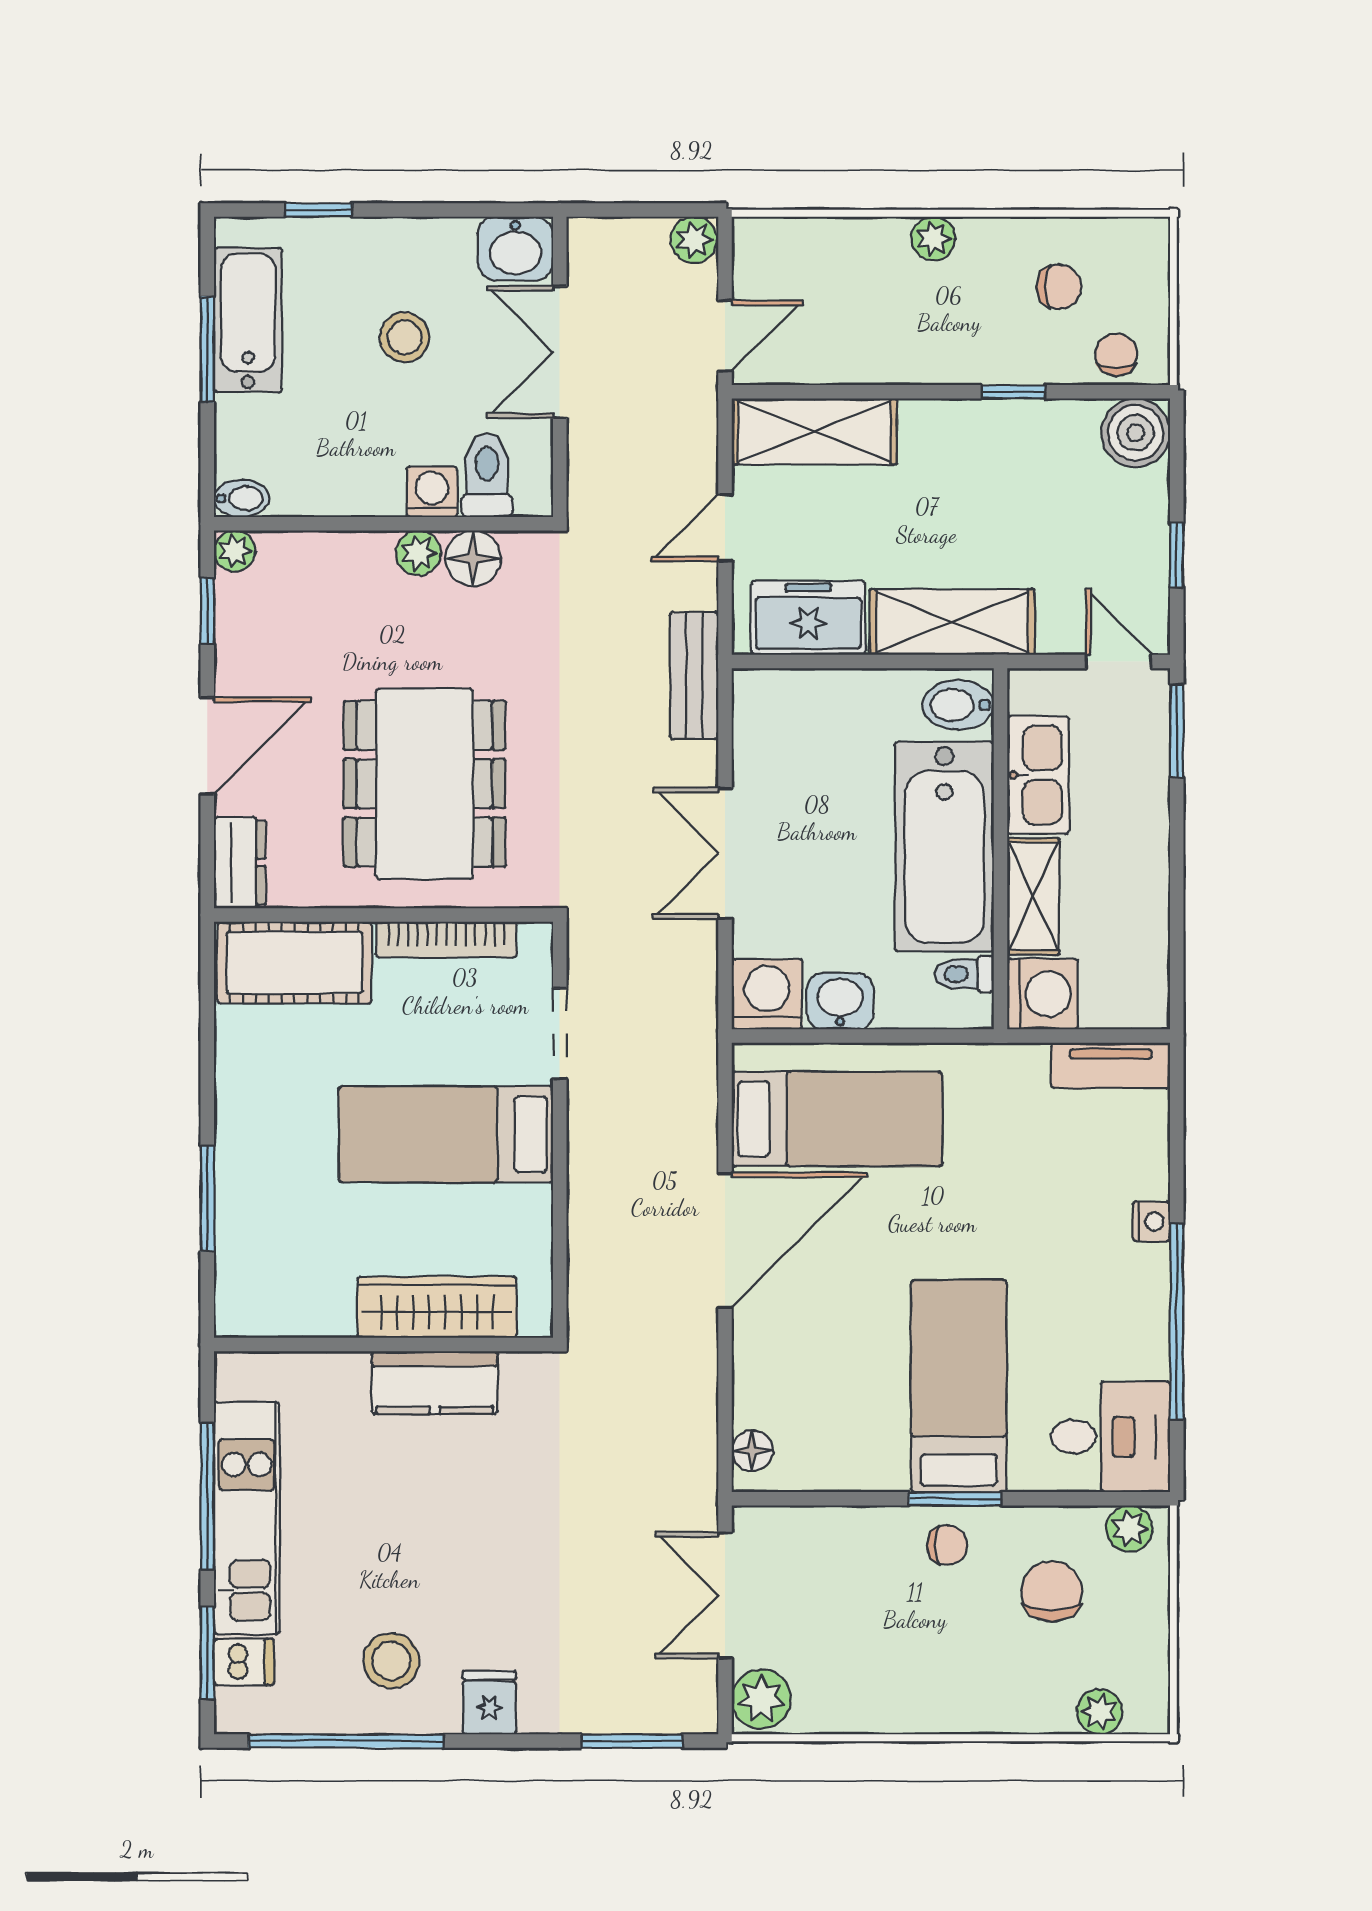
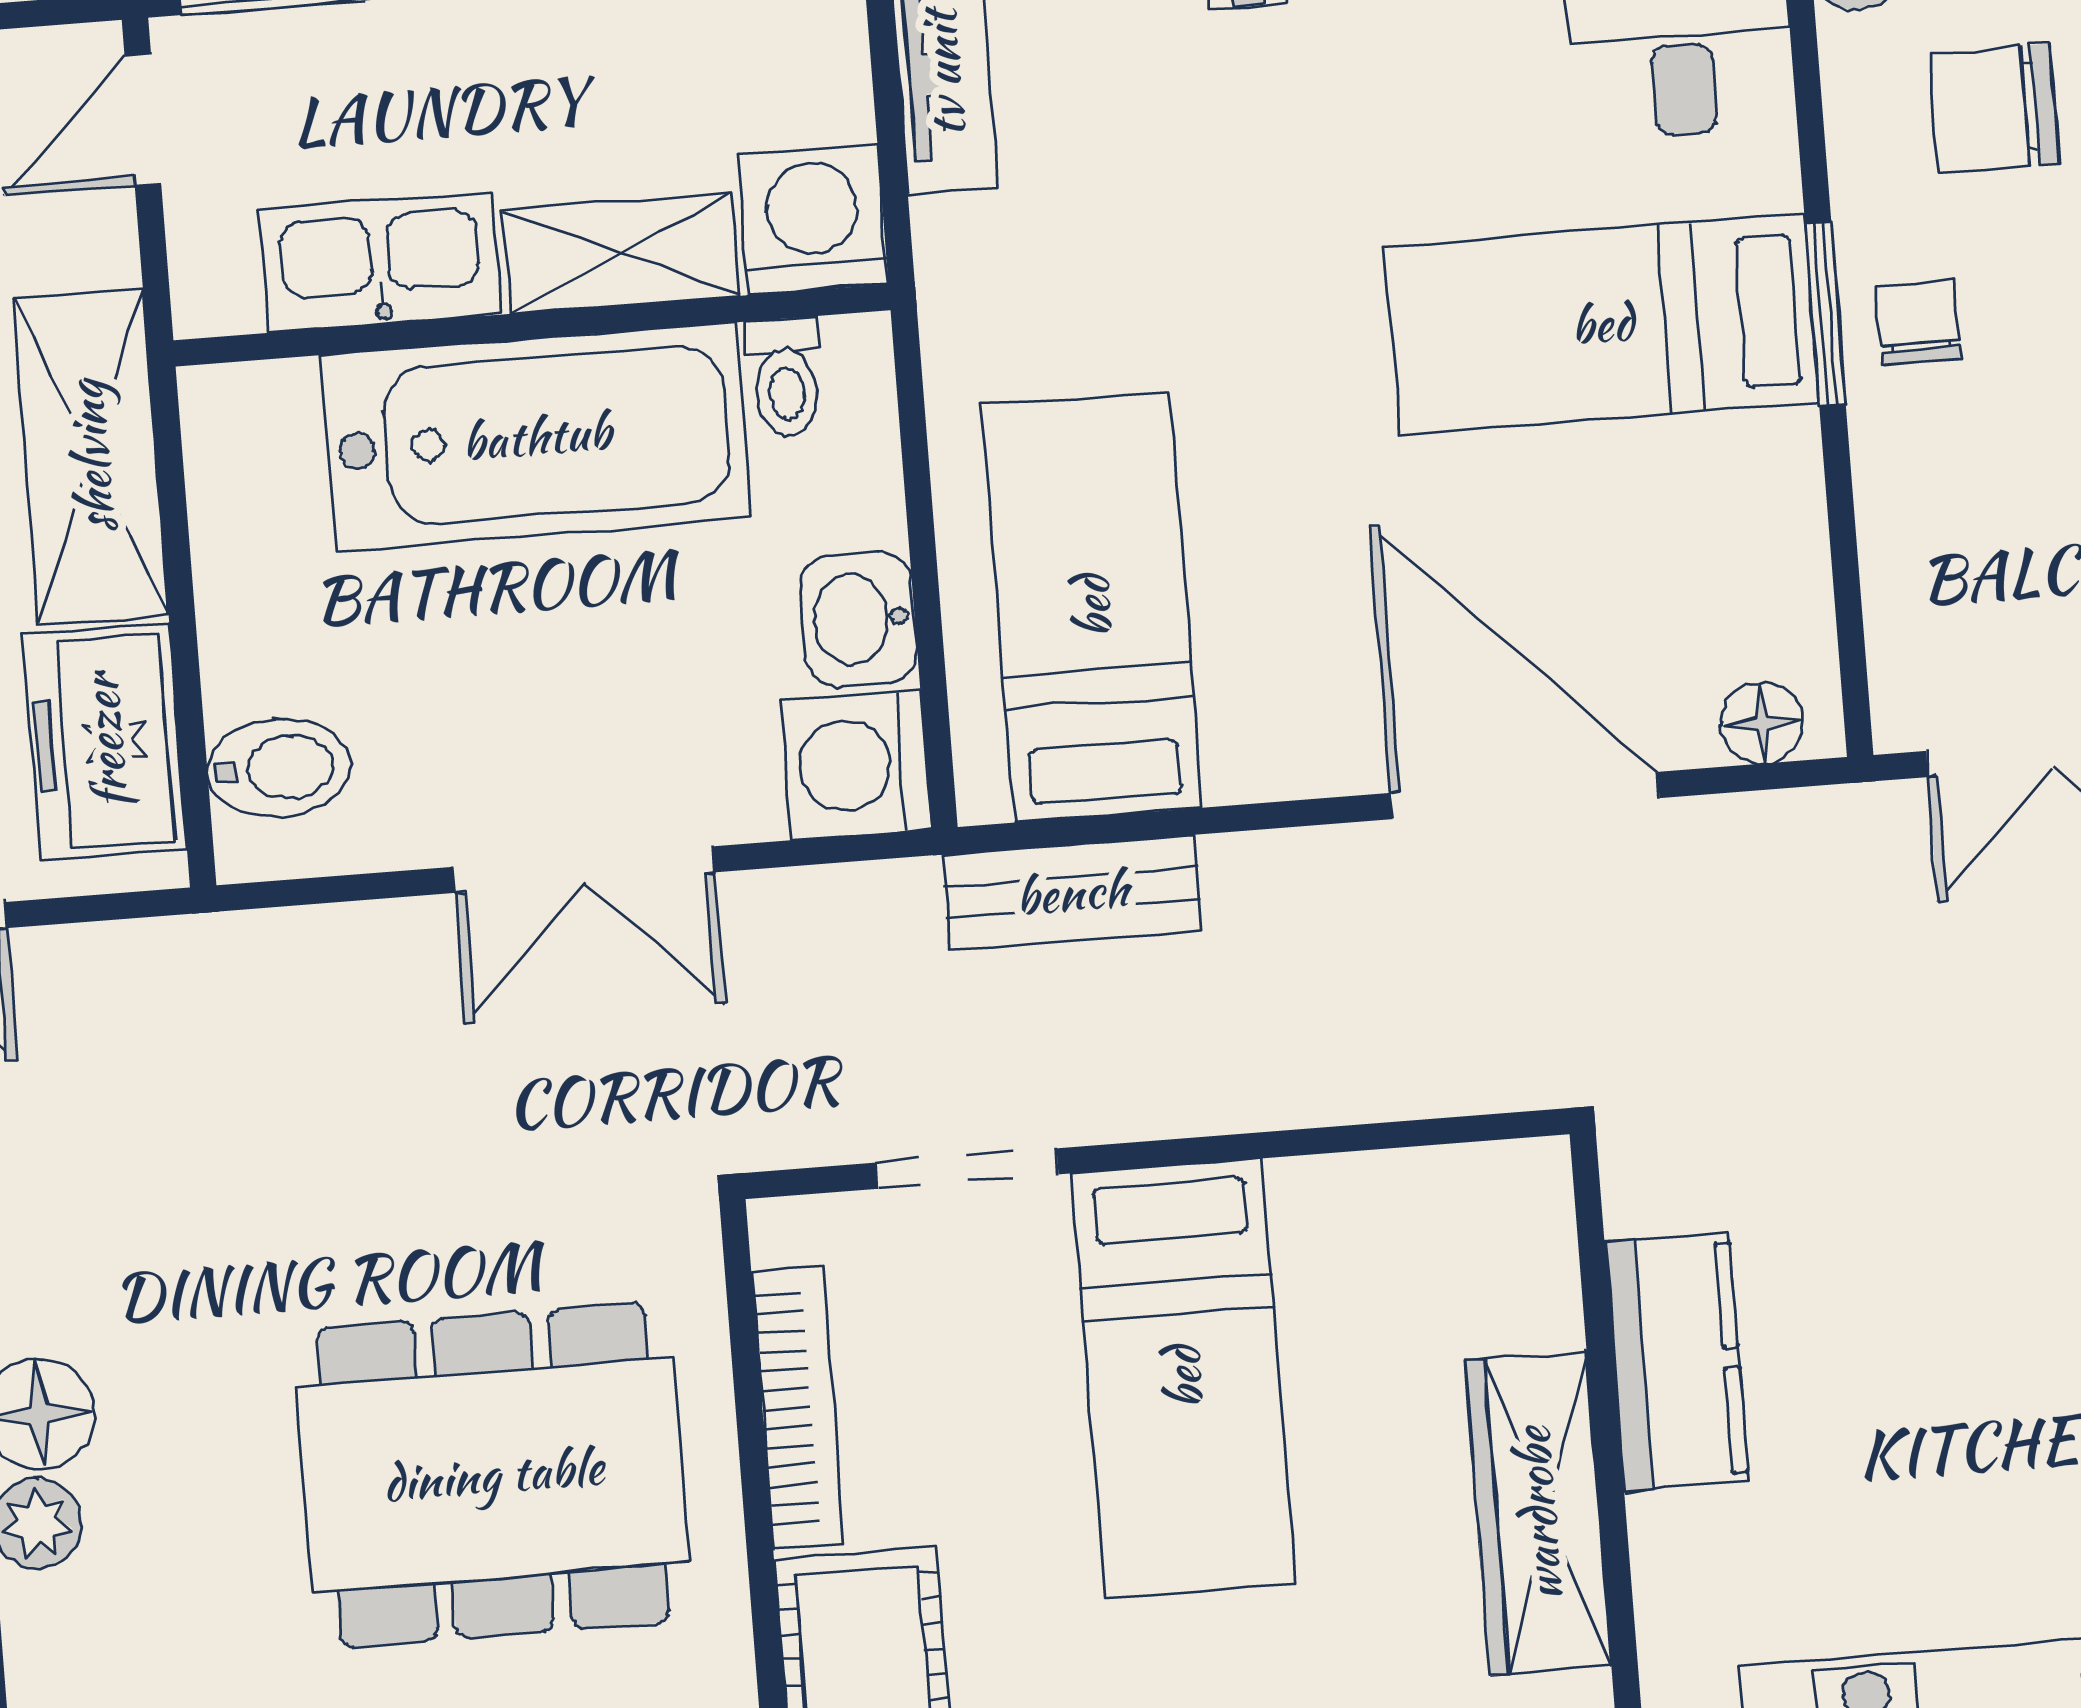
bench: (694, 676) -> (1072, 893), moved
bidet: (958, 705) -> (279, 768), moved, turned -90
door: (725, 1240) -> (1525, 796), moved
wardrobe: (437, 1307) -> (1538, 1514), moved

